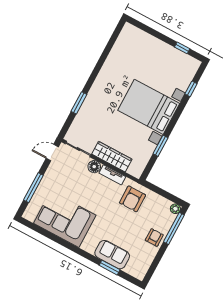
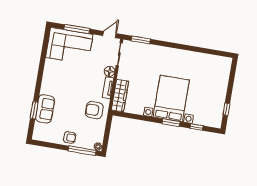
window: (79, 103) -> (141, 40), moved
window: (160, 146) -> (171, 123), moved
door: (52, 153) -> (110, 35), hinge flipped
wardrobe: (112, 157) -> (120, 95), moved
corner sofa: (65, 219) -> (69, 46), moved, turned 90

